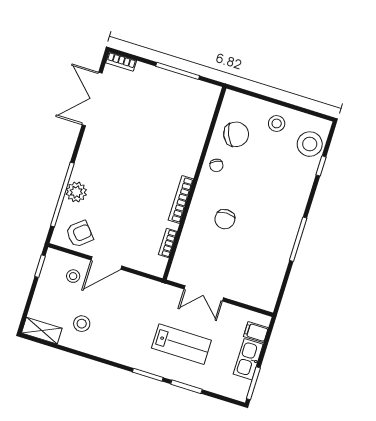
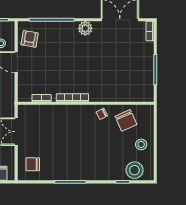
plant: (76, 192) -> (85, 28), moved
chair: (225, 219) -> (33, 164), moved
armchair: (79, 234) -> (30, 39), turned -130

